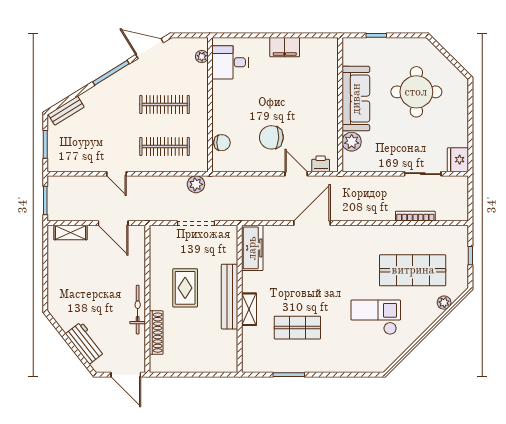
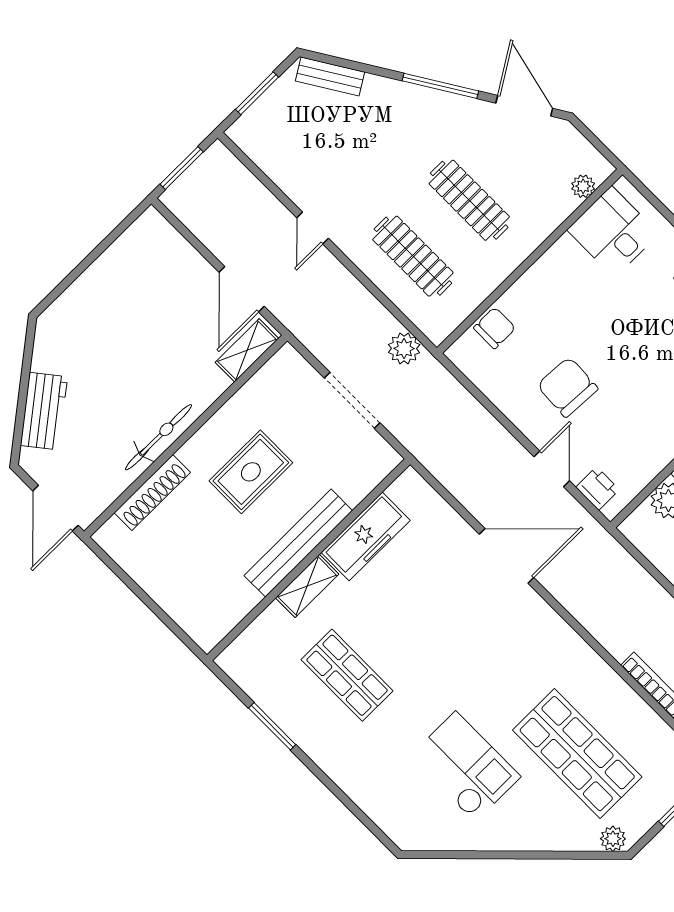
chair: (222, 143) -> (495, 328), turned -90
shelving: (70, 233) -> (247, 350), moved, turned 90
freezer: (252, 248) -> (366, 536), moved
plant: (444, 303) -> (613, 839), moved

